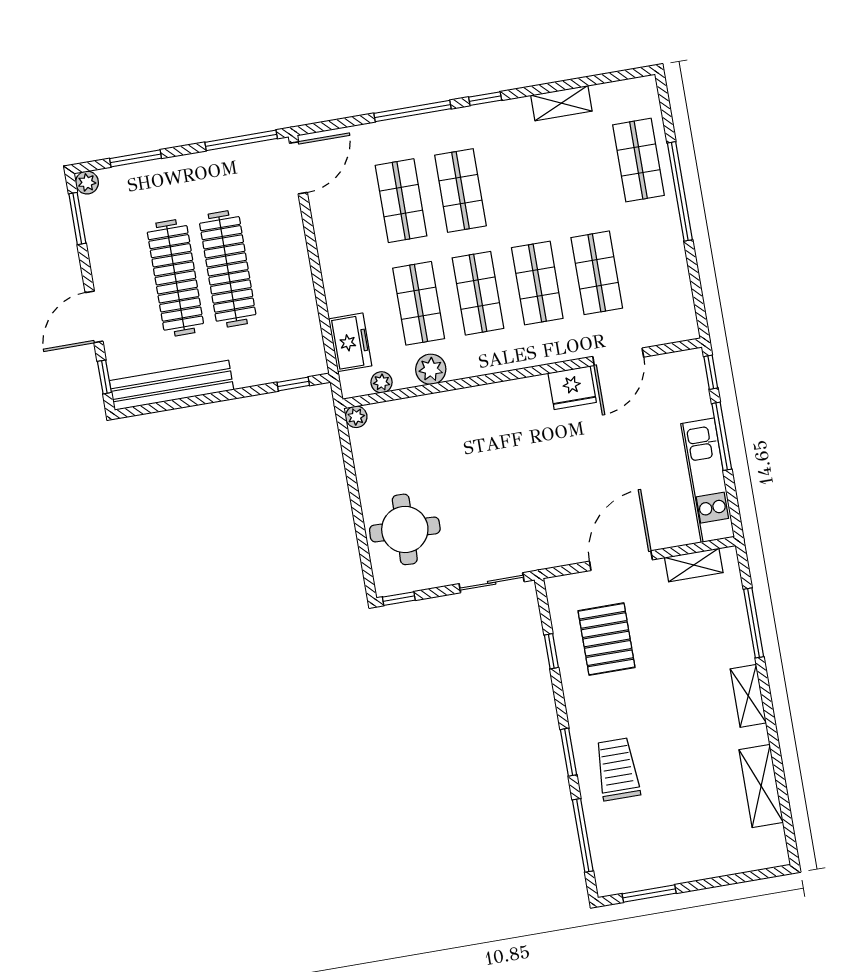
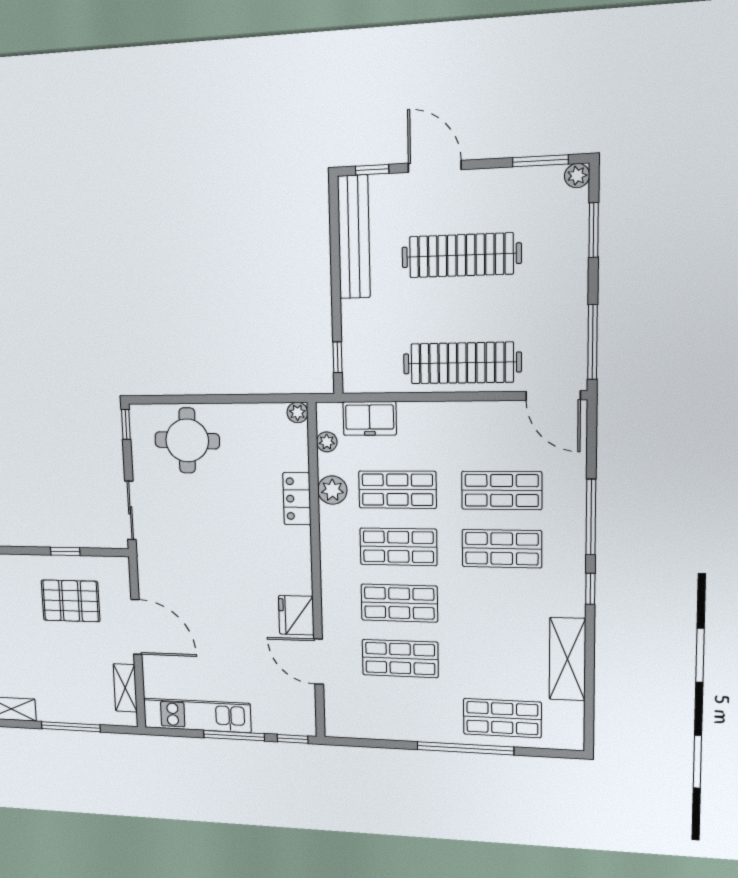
shelving: (561, 103) -> (567, 659), width x1.50, depth x1.33
clothes rail: (228, 269) -> (462, 363), moved
locker: (446, 405) -> (297, 499), added

